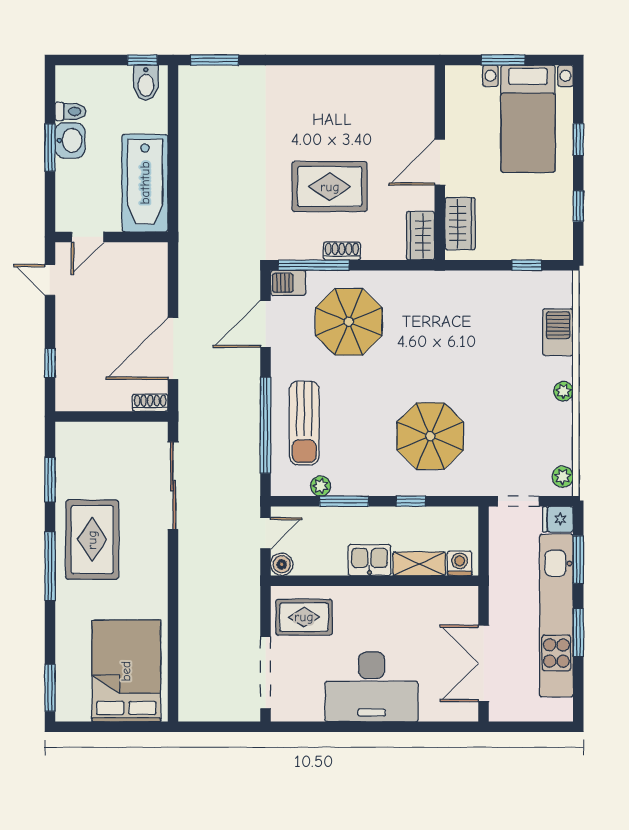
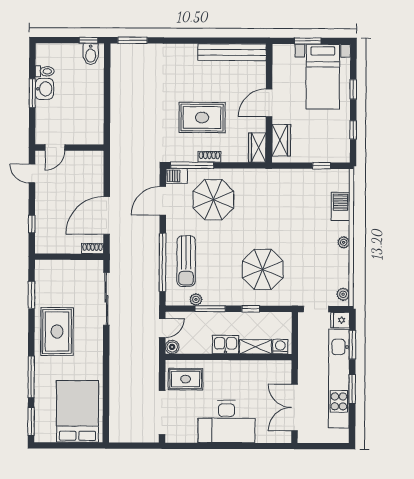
bench: (379, 79) -> (232, 52), added
bathtub: (145, 183) -> (90, 115), removed
window: (50, 566) -> (31, 377), moved

